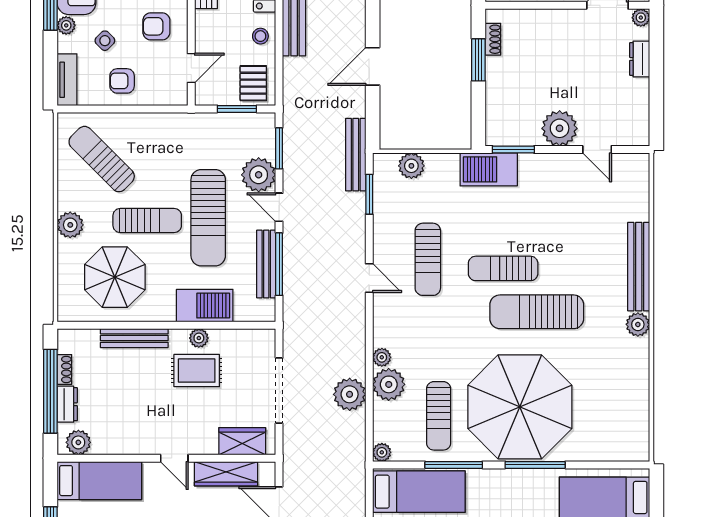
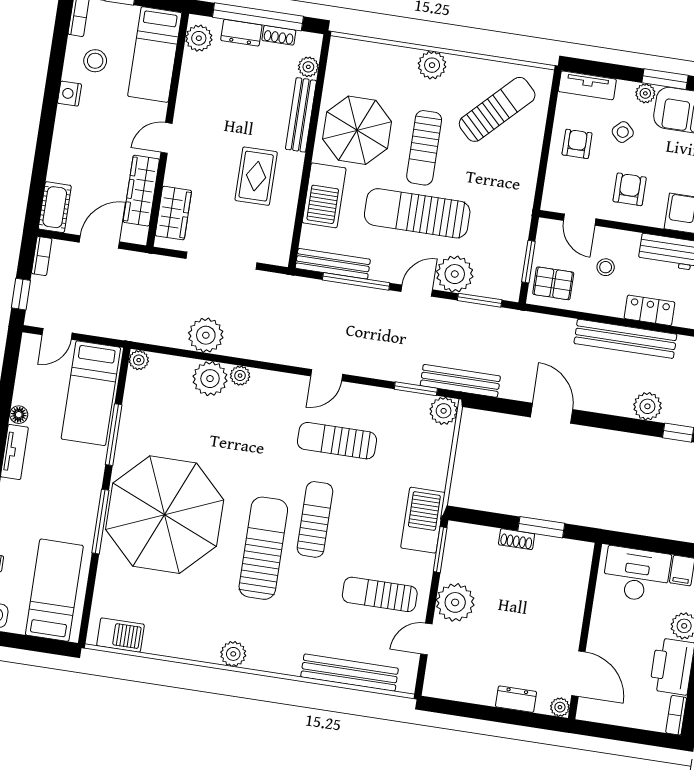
stool: (260, 36) -> (606, 267), moved
shoe rack: (493, 39) -> (517, 539), moved
plant: (411, 166) -> (444, 411), moved
bench: (266, 264) -> (333, 264), moved
bench: (639, 267) -> (350, 673), moved
parasol: (115, 277) -> (357, 130), moved
plant: (199, 338) -> (308, 67), moved
sun lounger: (439, 416) -> (380, 594), moved
barbecue: (636, 431) -> (120, 635), added

